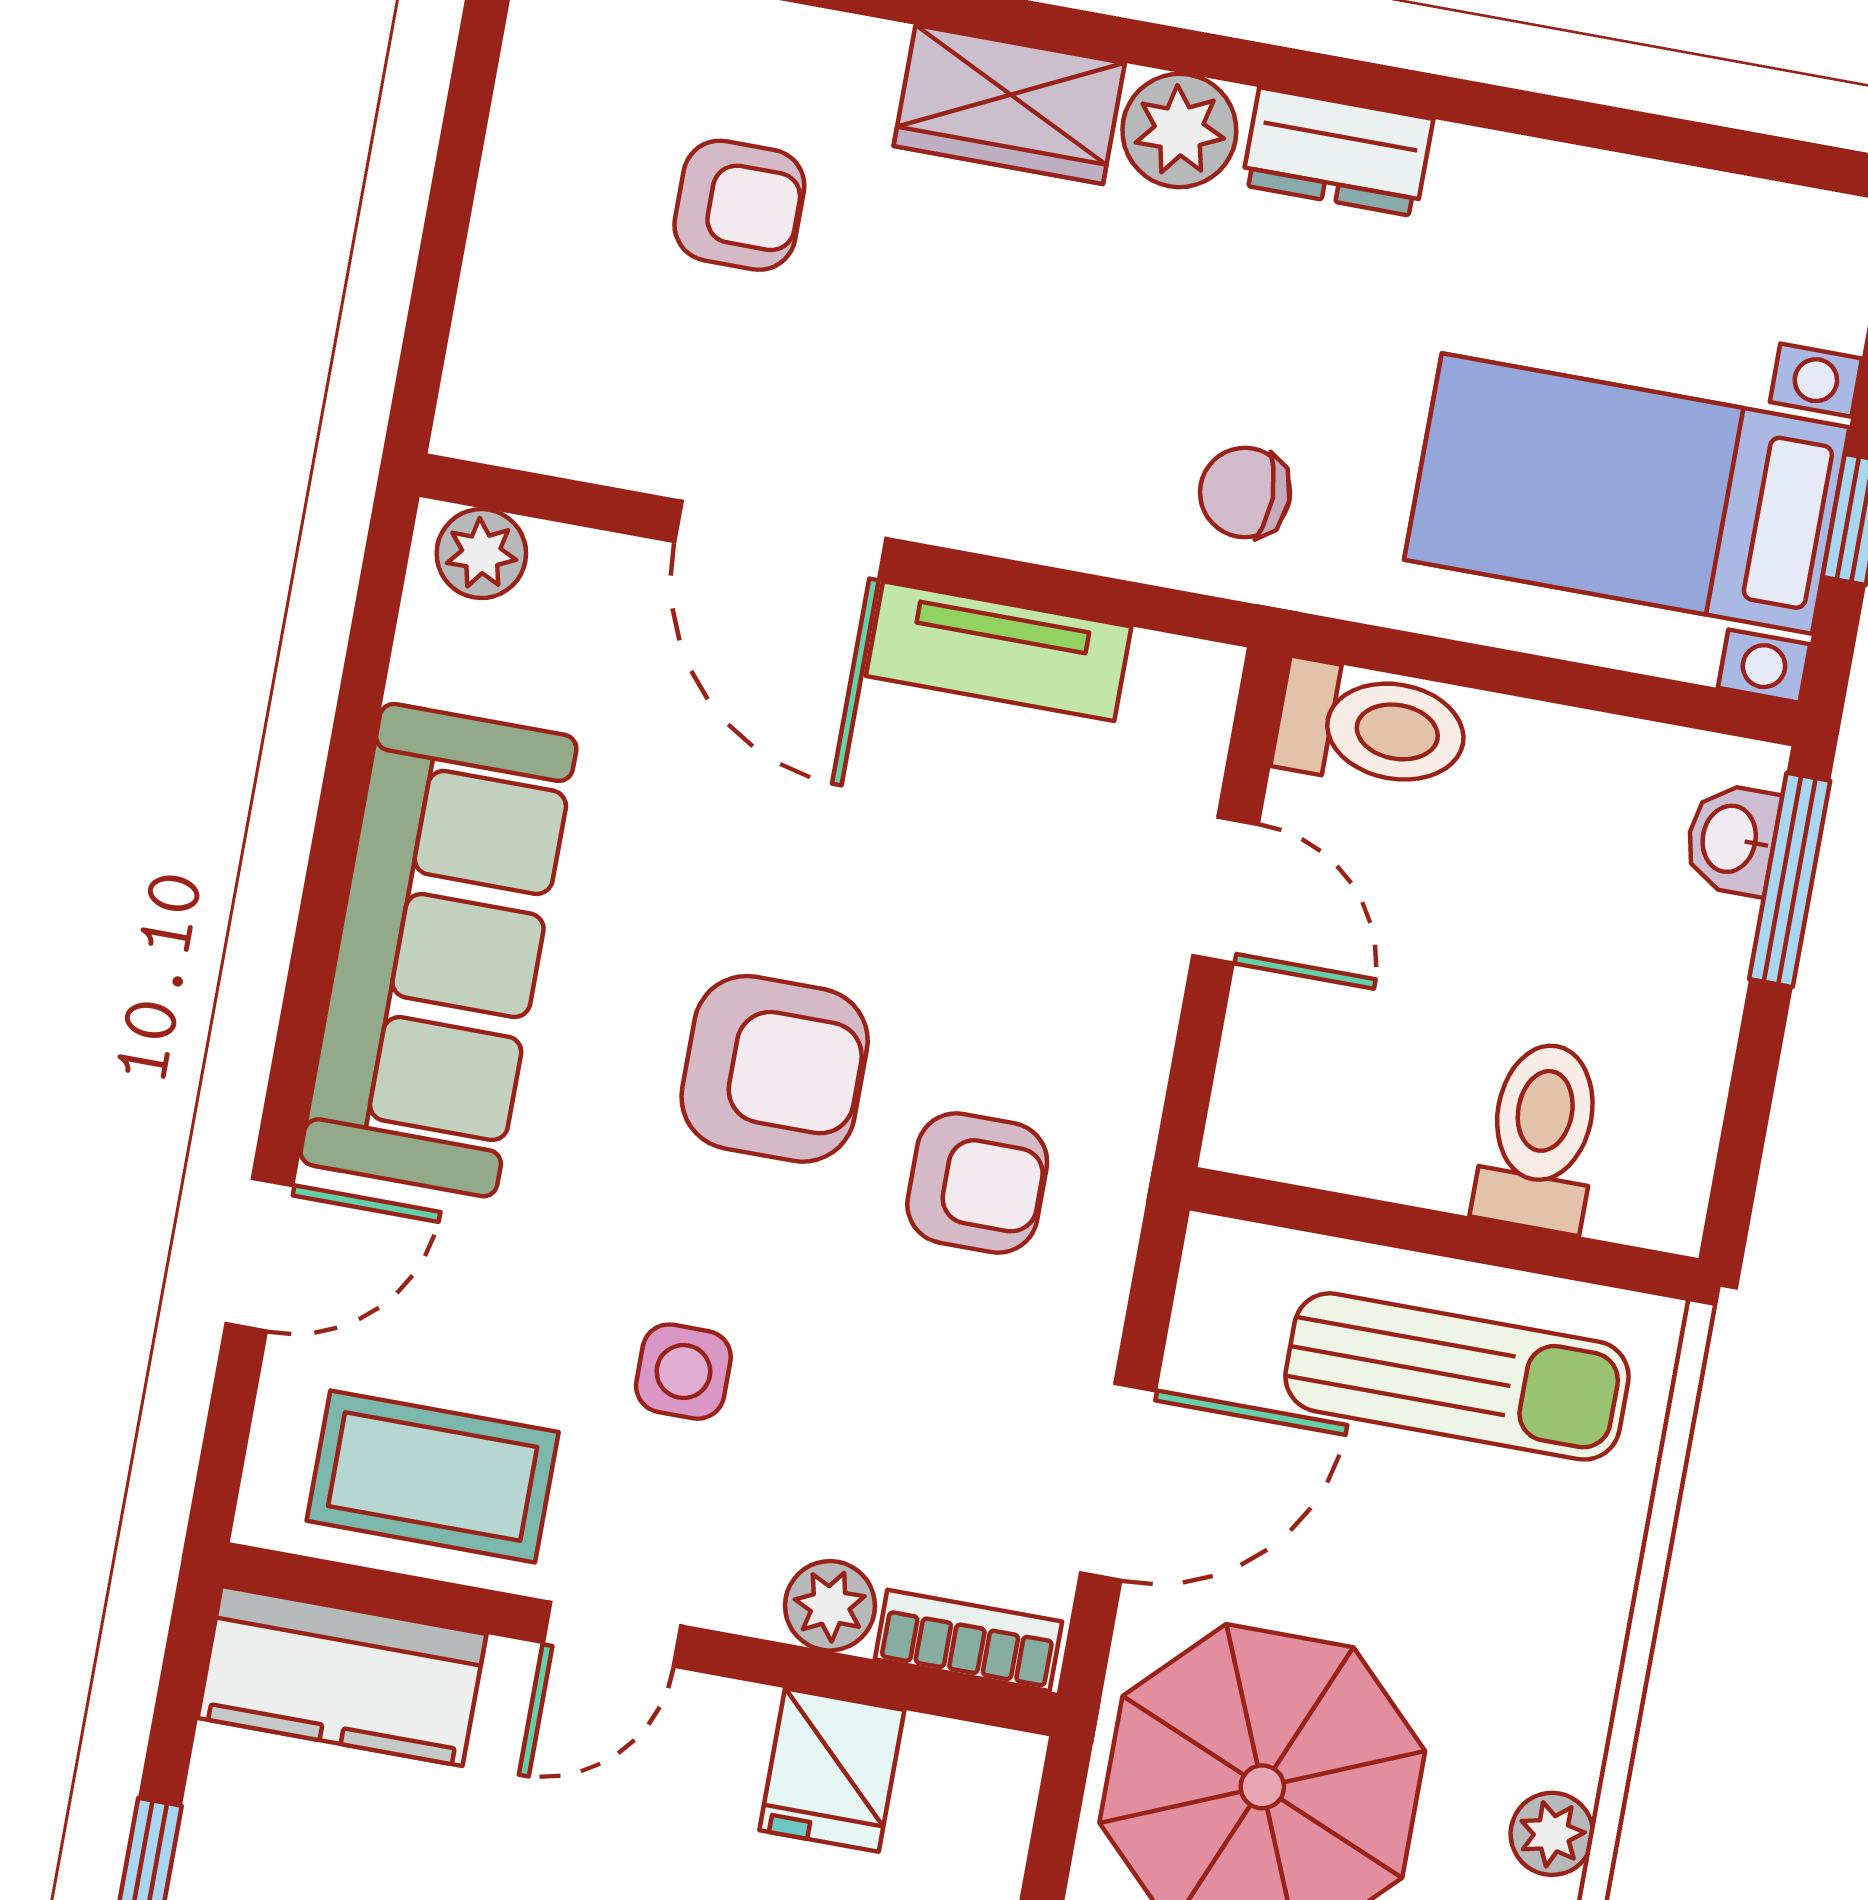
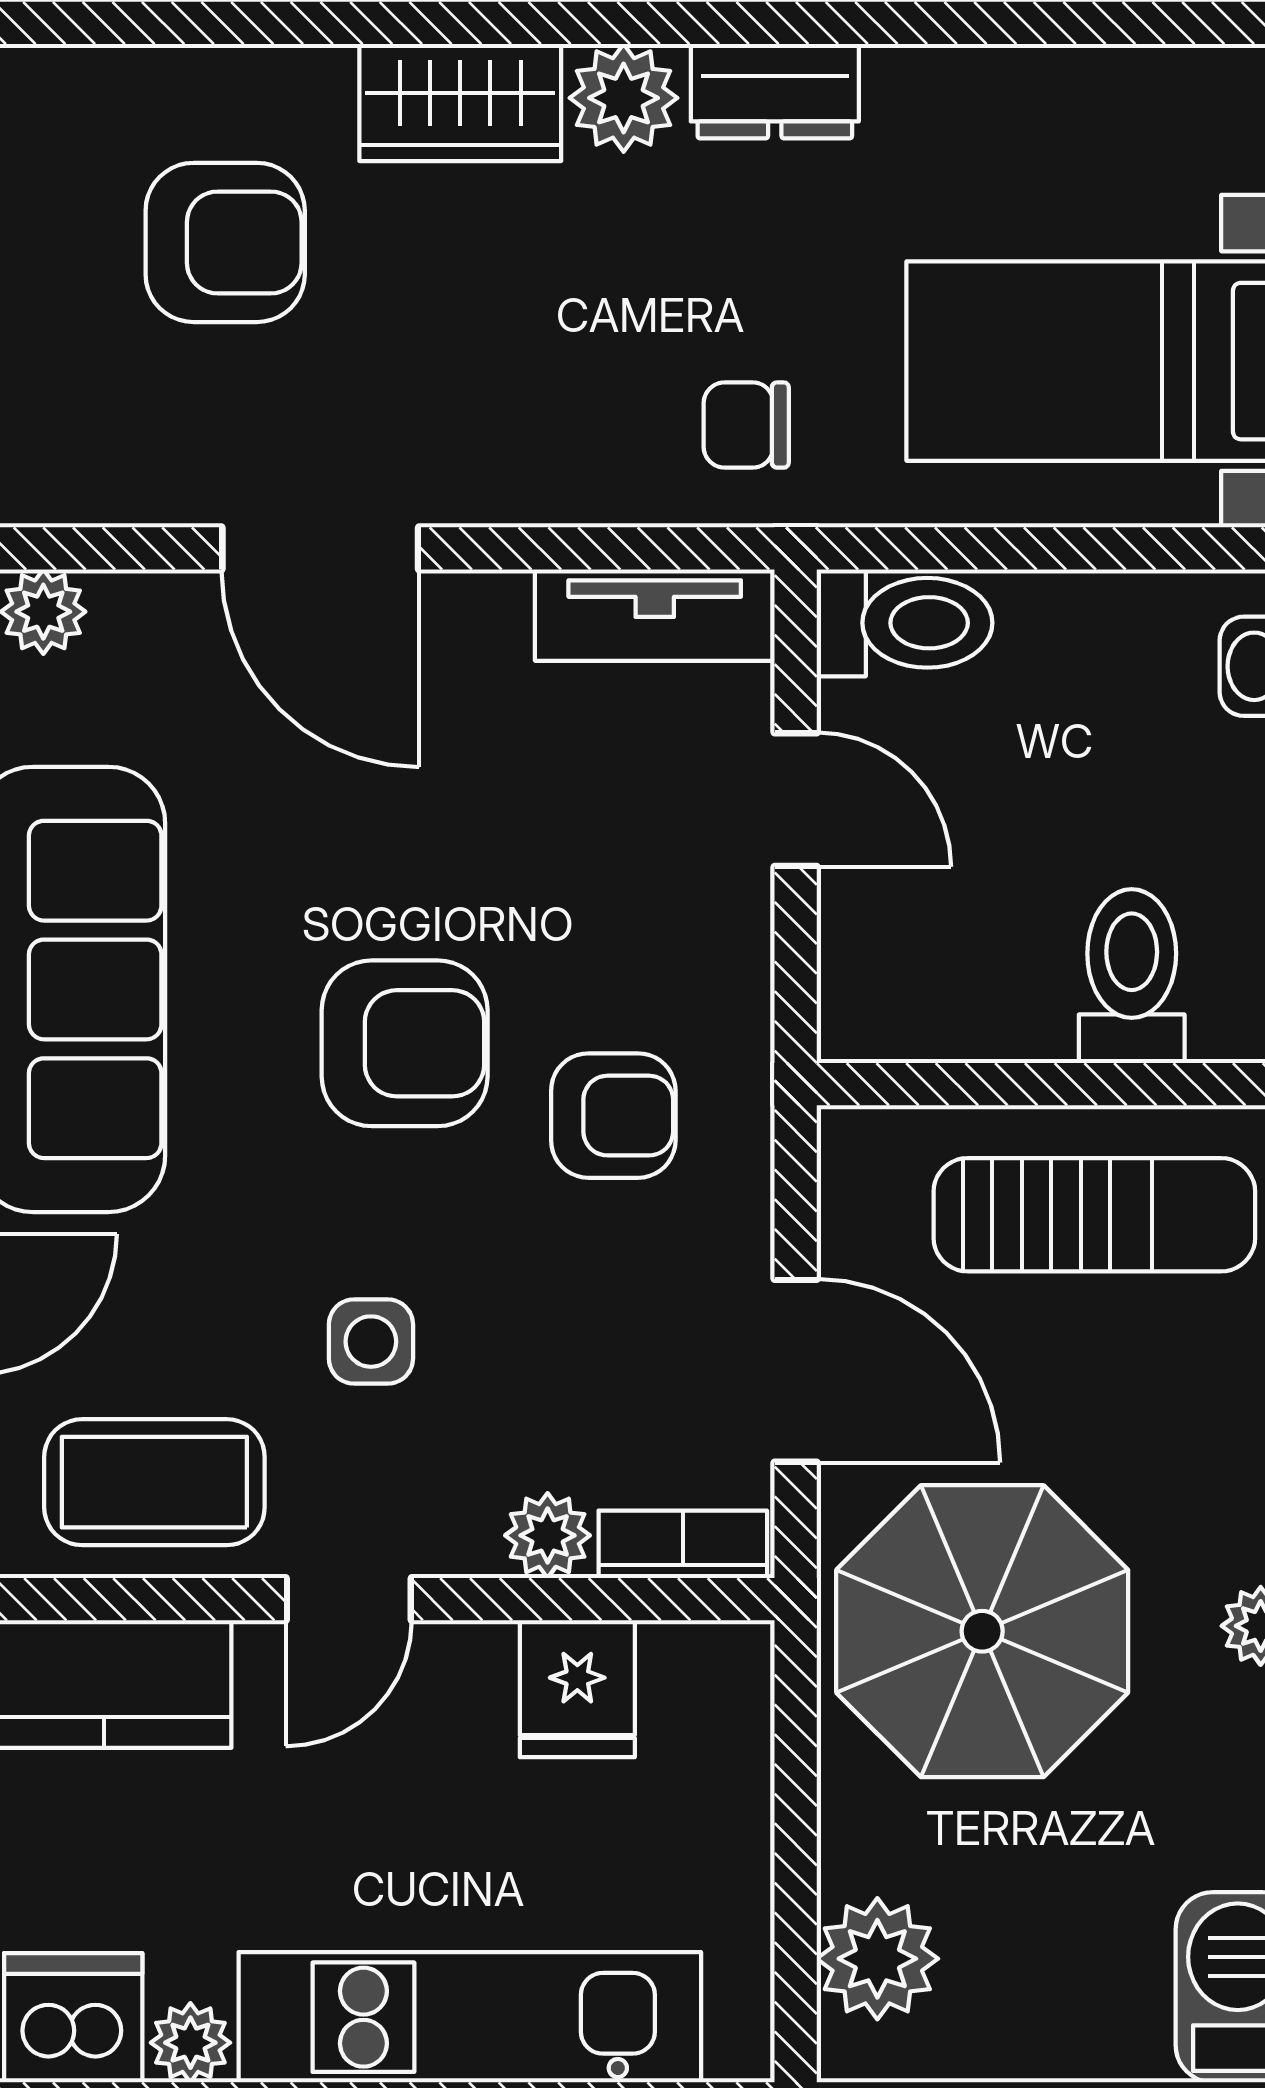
armchair: (739, 205) -> (225, 242), width x1.38, depth x1.38
tv unit: (999, 651) -> (655, 615), moved
door: (1118, 1482) -> (796, 1371), hinge flipped

